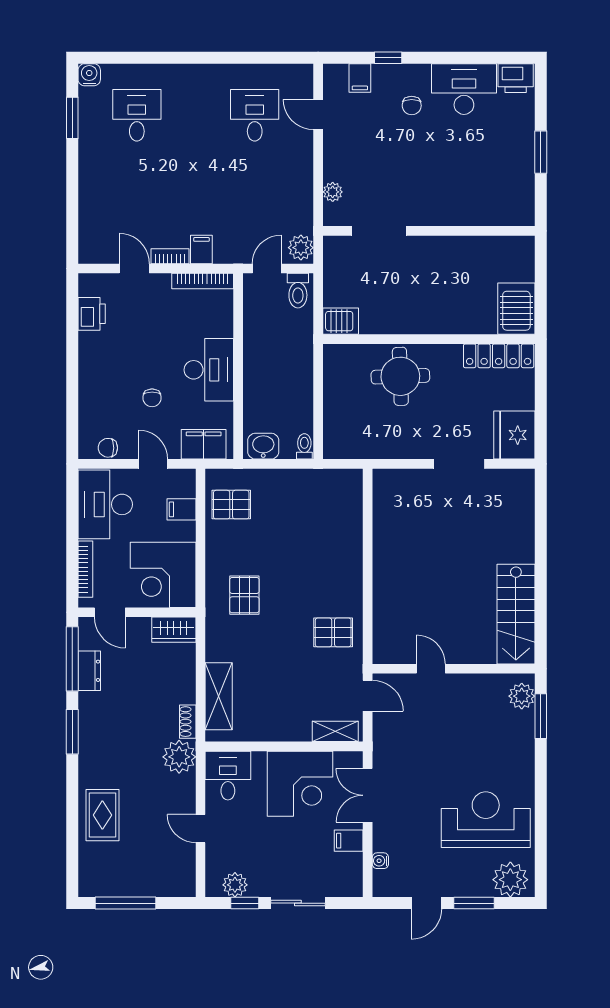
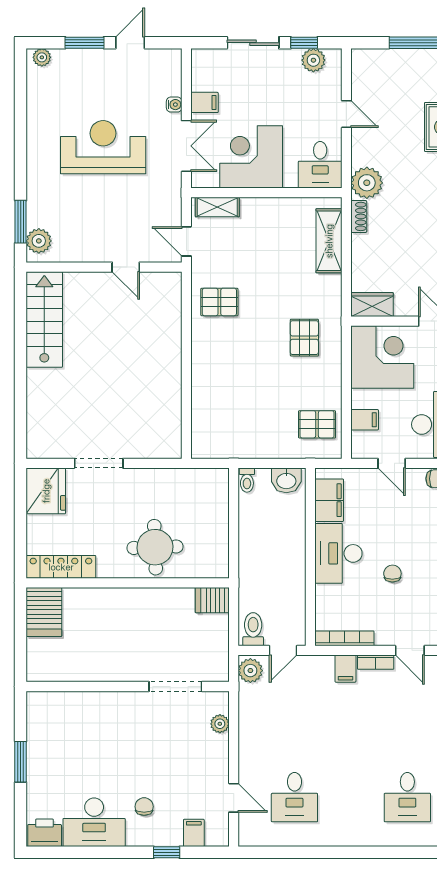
chair: (152, 398) -> (392, 574), moved
filing cabinet: (204, 444) -> (329, 500), moved, turned -90
reception desk: (486, 820) -> (103, 147), moved, turned 180
water cooler: (380, 861) -> (174, 105), moved
plant: (510, 880) -> (42, 57), width x0.53, depth x0.53

